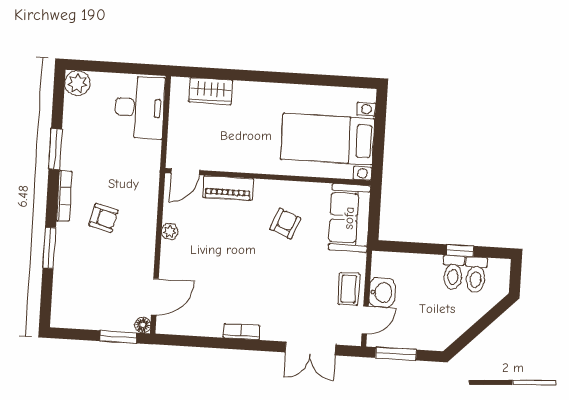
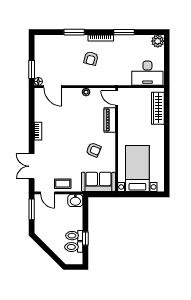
wardrobe: (211, 91) -> (158, 108), width x1.50
washbasin: (382, 292) -> (75, 200), moved

